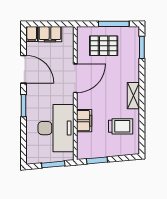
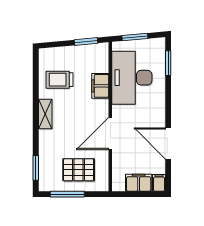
window: (23, 106) -> (168, 63), moved

